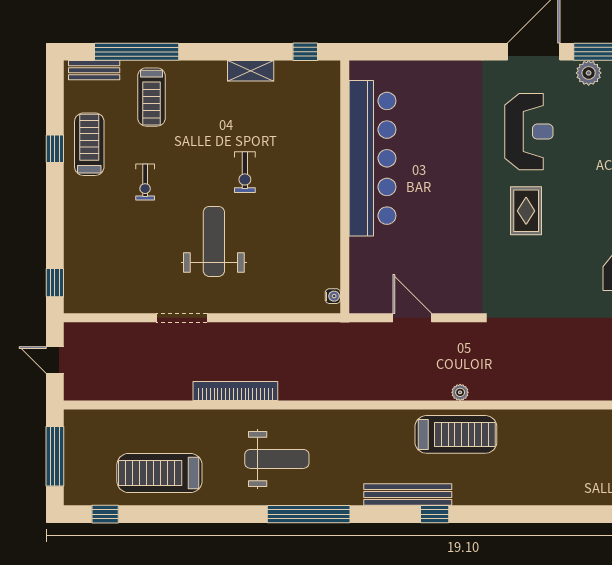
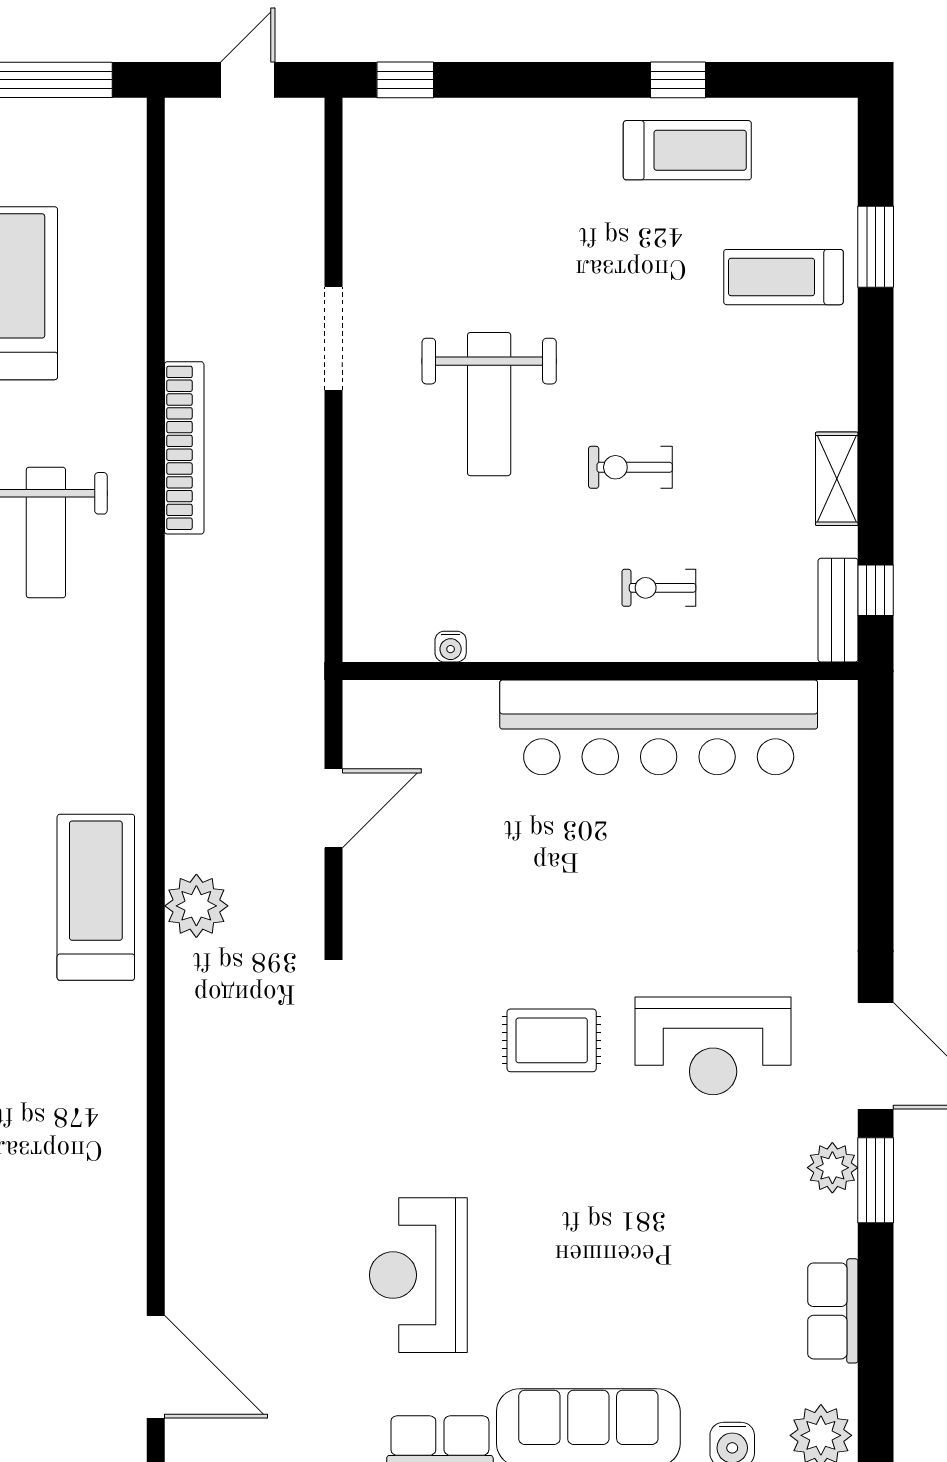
window: (137, 52) -> (876, 247), width x0.47
bench: (94, 70) -> (838, 610), moved
exercise bike: (145, 182) -> (659, 588), moved
weight bench: (214, 241) -> (489, 404), turned 90
water cooler: (333, 296) -> (451, 647), moved
plant: (460, 392) -> (196, 906), width x1.87, depth x1.87
treadmill: (456, 434) -> (96, 897), turned 180

